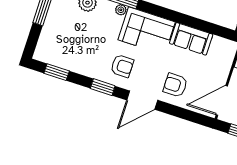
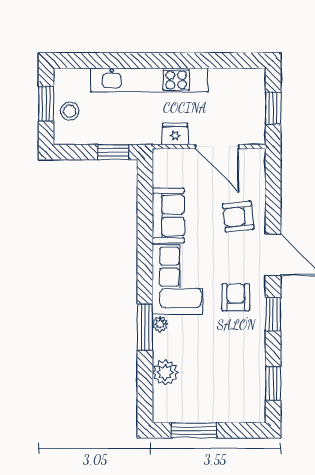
armchair: (175, 85) -> (238, 217), turned 84
door: (222, 100) -> (217, 147), moved

